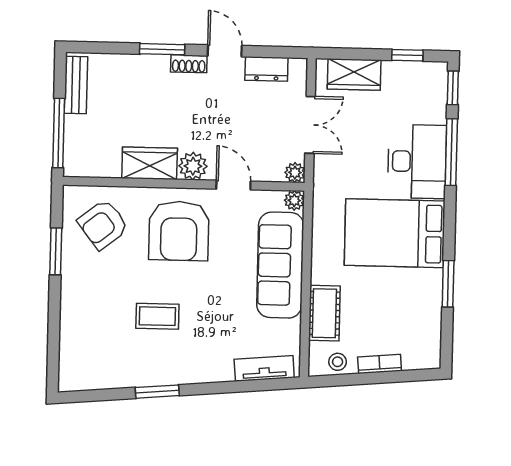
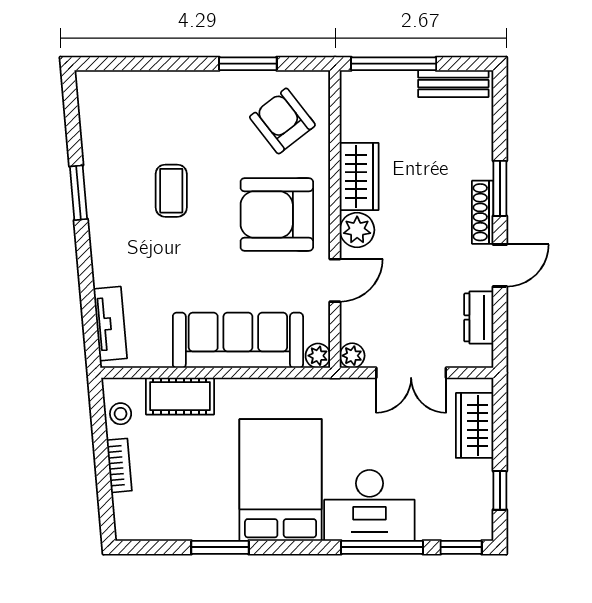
shoe rack: (189, 64) -> (483, 212), width x1.43

